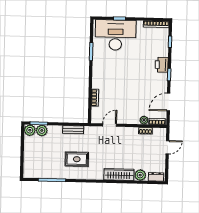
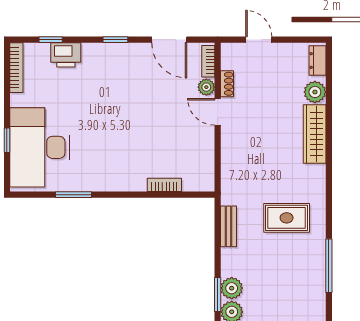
printer: (162, 65) -> (66, 55), moved
door: (110, 125) -> (218, 112), moved
rug: (77, 159) -> (287, 218), turned 90

